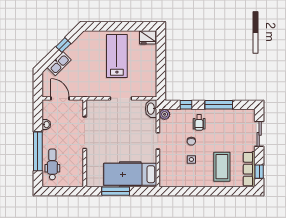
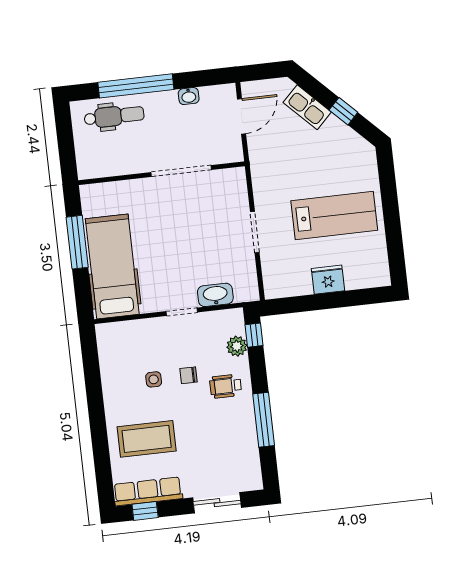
fridge: (148, 37) -> (328, 280), moved, turned 90
window: (186, 105) -> (254, 335), moved
washbasin: (151, 109) -> (215, 295), moved
plant: (165, 114) -> (237, 346), moved

